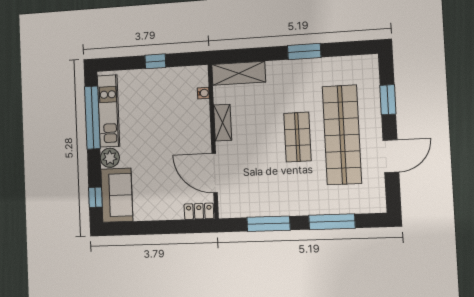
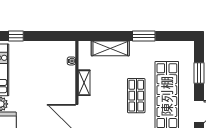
window: (155, 61) -> (16, 36), moved
shelving: (239, 73) -> (110, 48), moved

